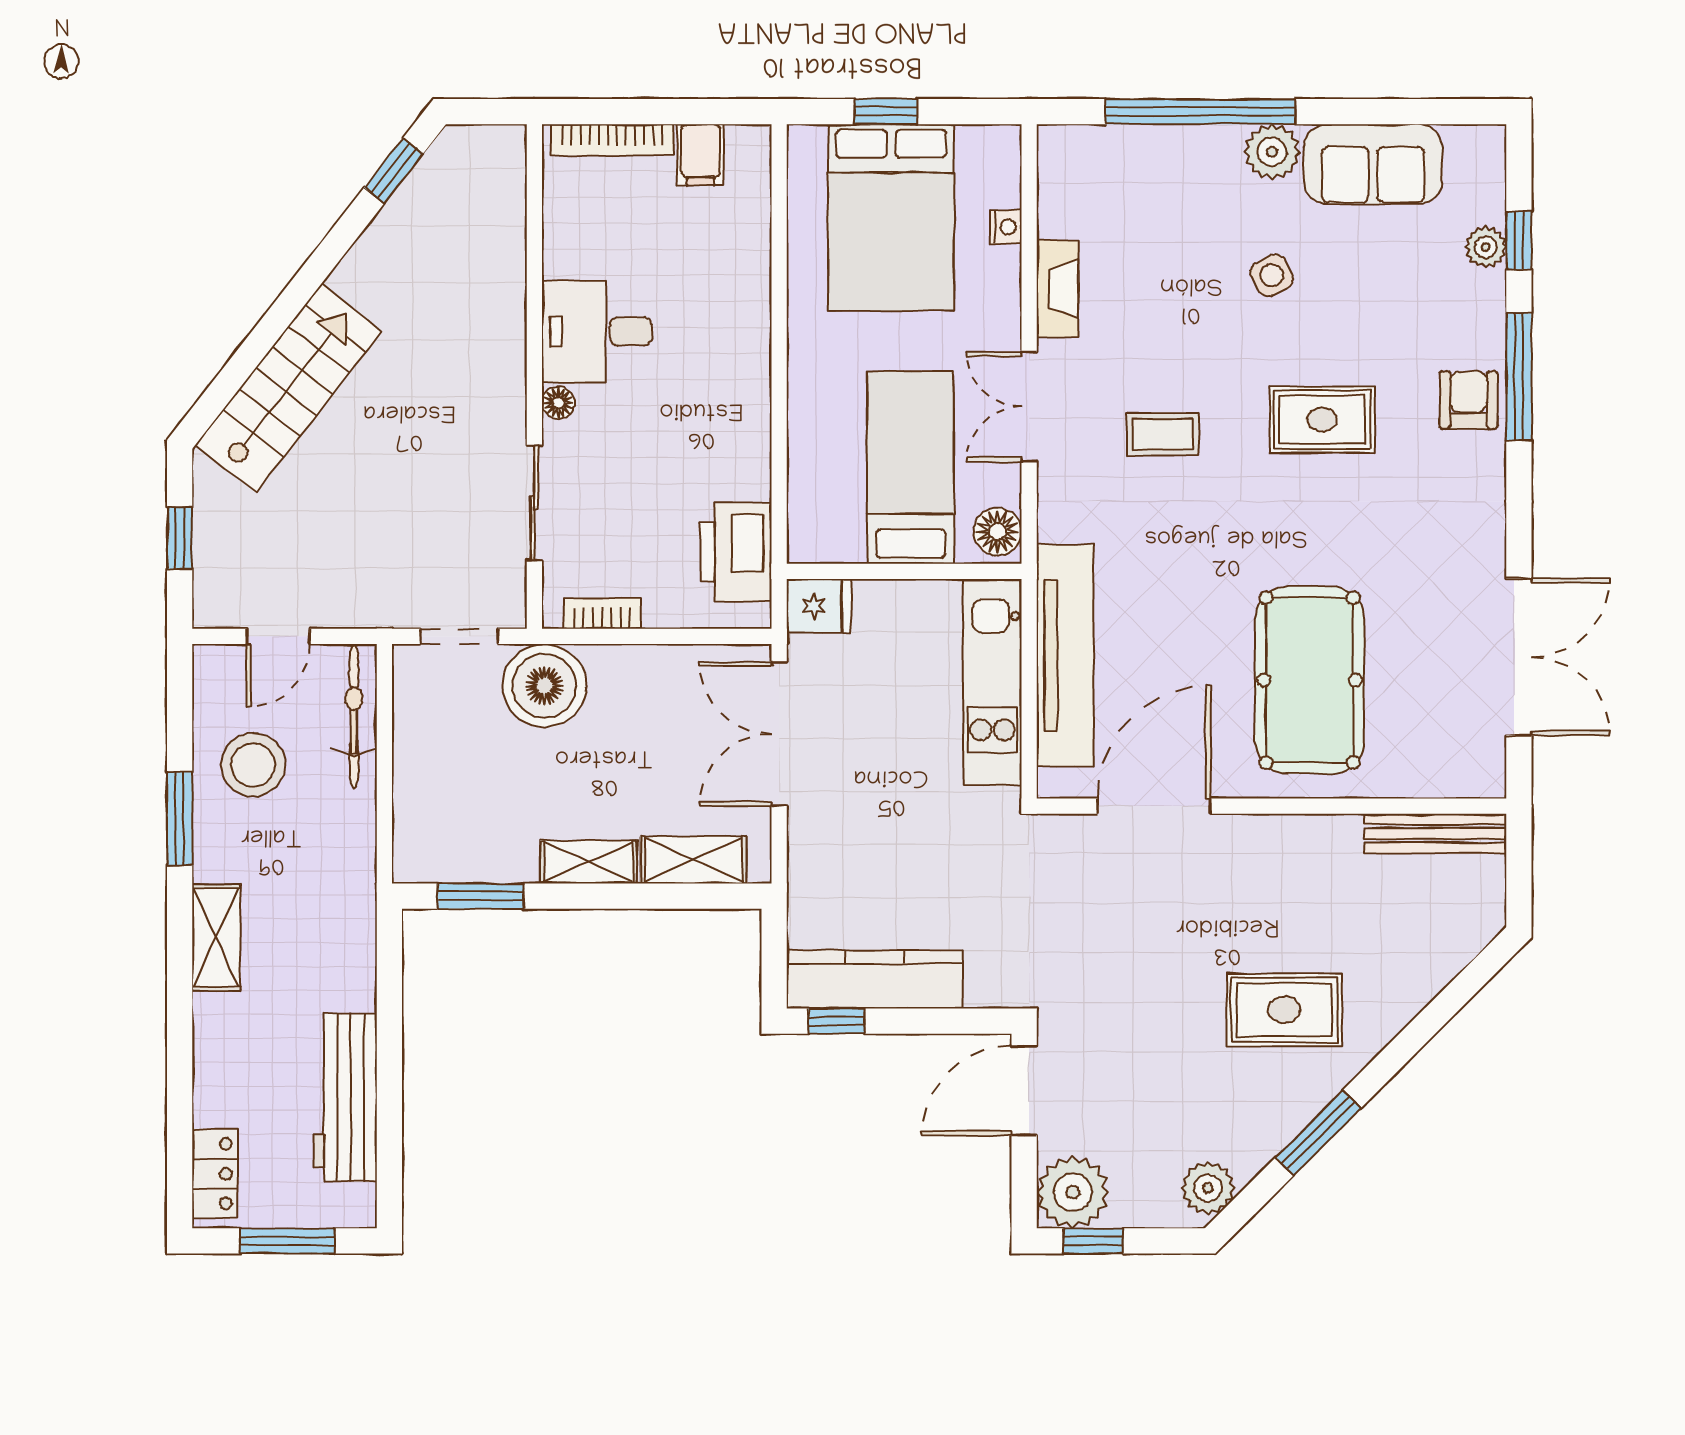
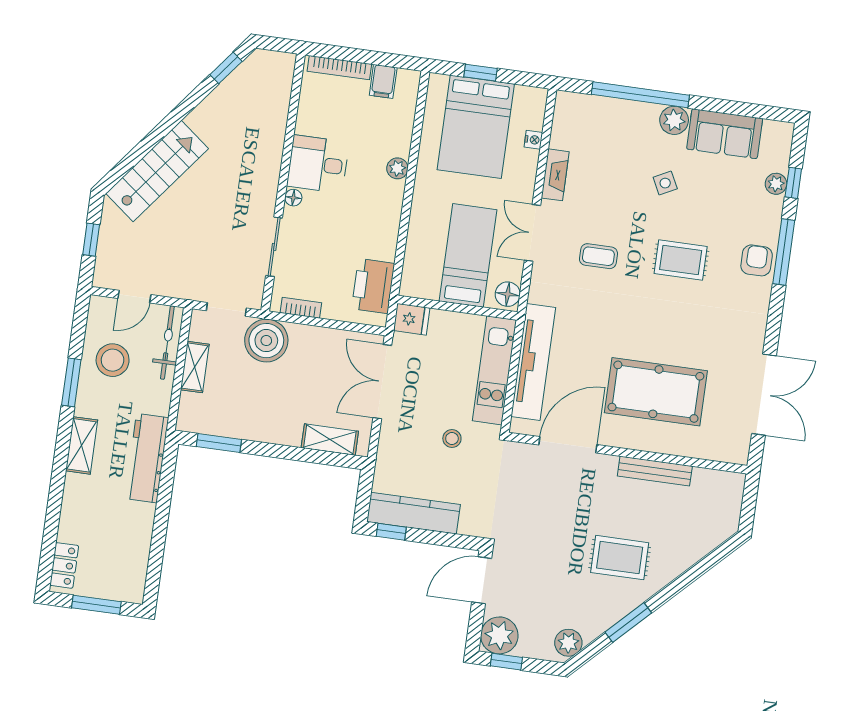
plant: (751, 319) -> (397, 168), added
pool table: (1310, 680) -> (656, 392), turned 90
stool: (929, 825) -> (452, 438), added
bench: (1435, 834) -> (655, 471), moved
shelving: (588, 862) -> (195, 367), moved, turned 90
workbench: (345, 1097) -> (147, 458), moved

